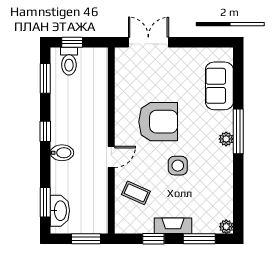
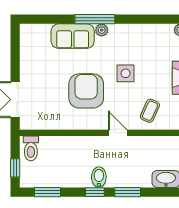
toilet: (69, 61) -> (31, 148), moved, turned 90
sofa: (219, 86) -> (73, 36), moved
bidet: (62, 153) -> (99, 177), moved
window: (45, 202) -> (128, 192), moved

